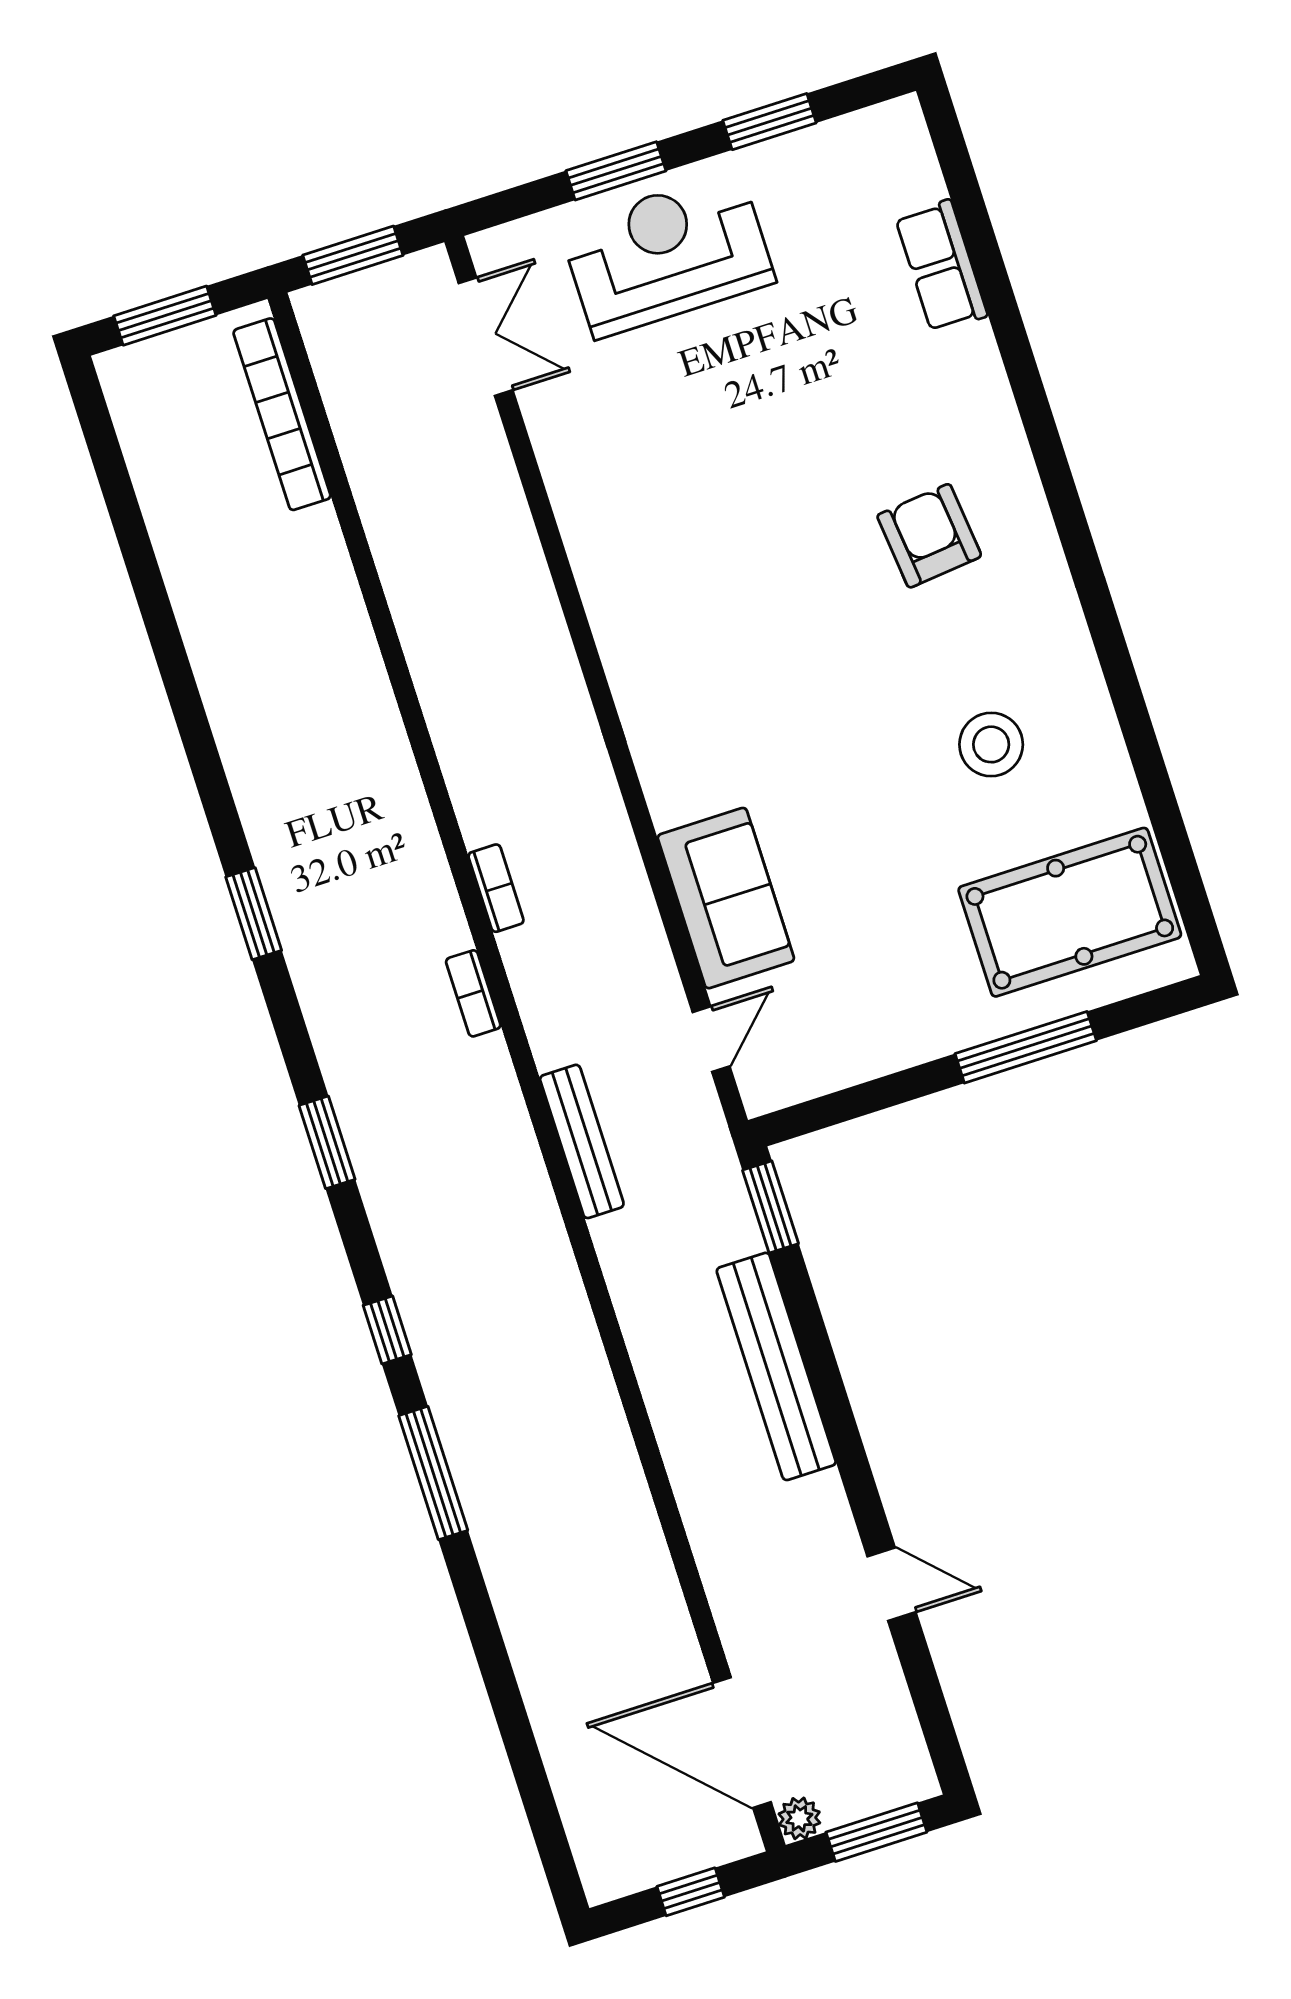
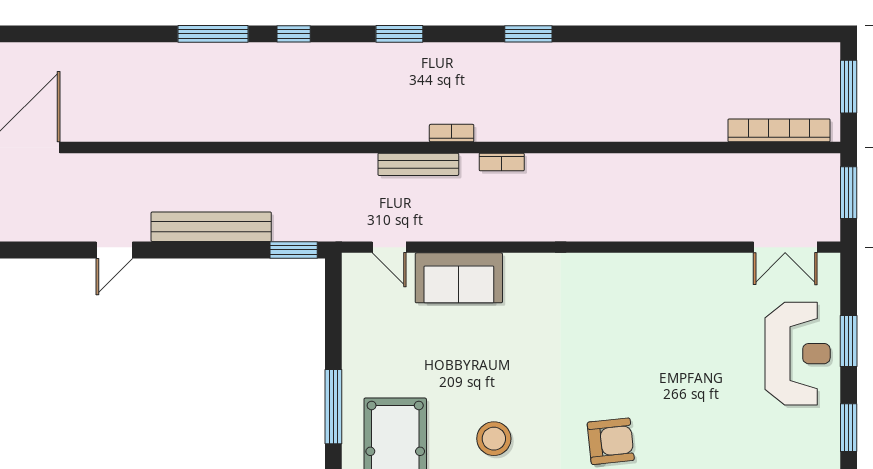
bench: (582, 1141) -> (418, 164), moved
door: (892, 1584) -> (114, 250), moved

